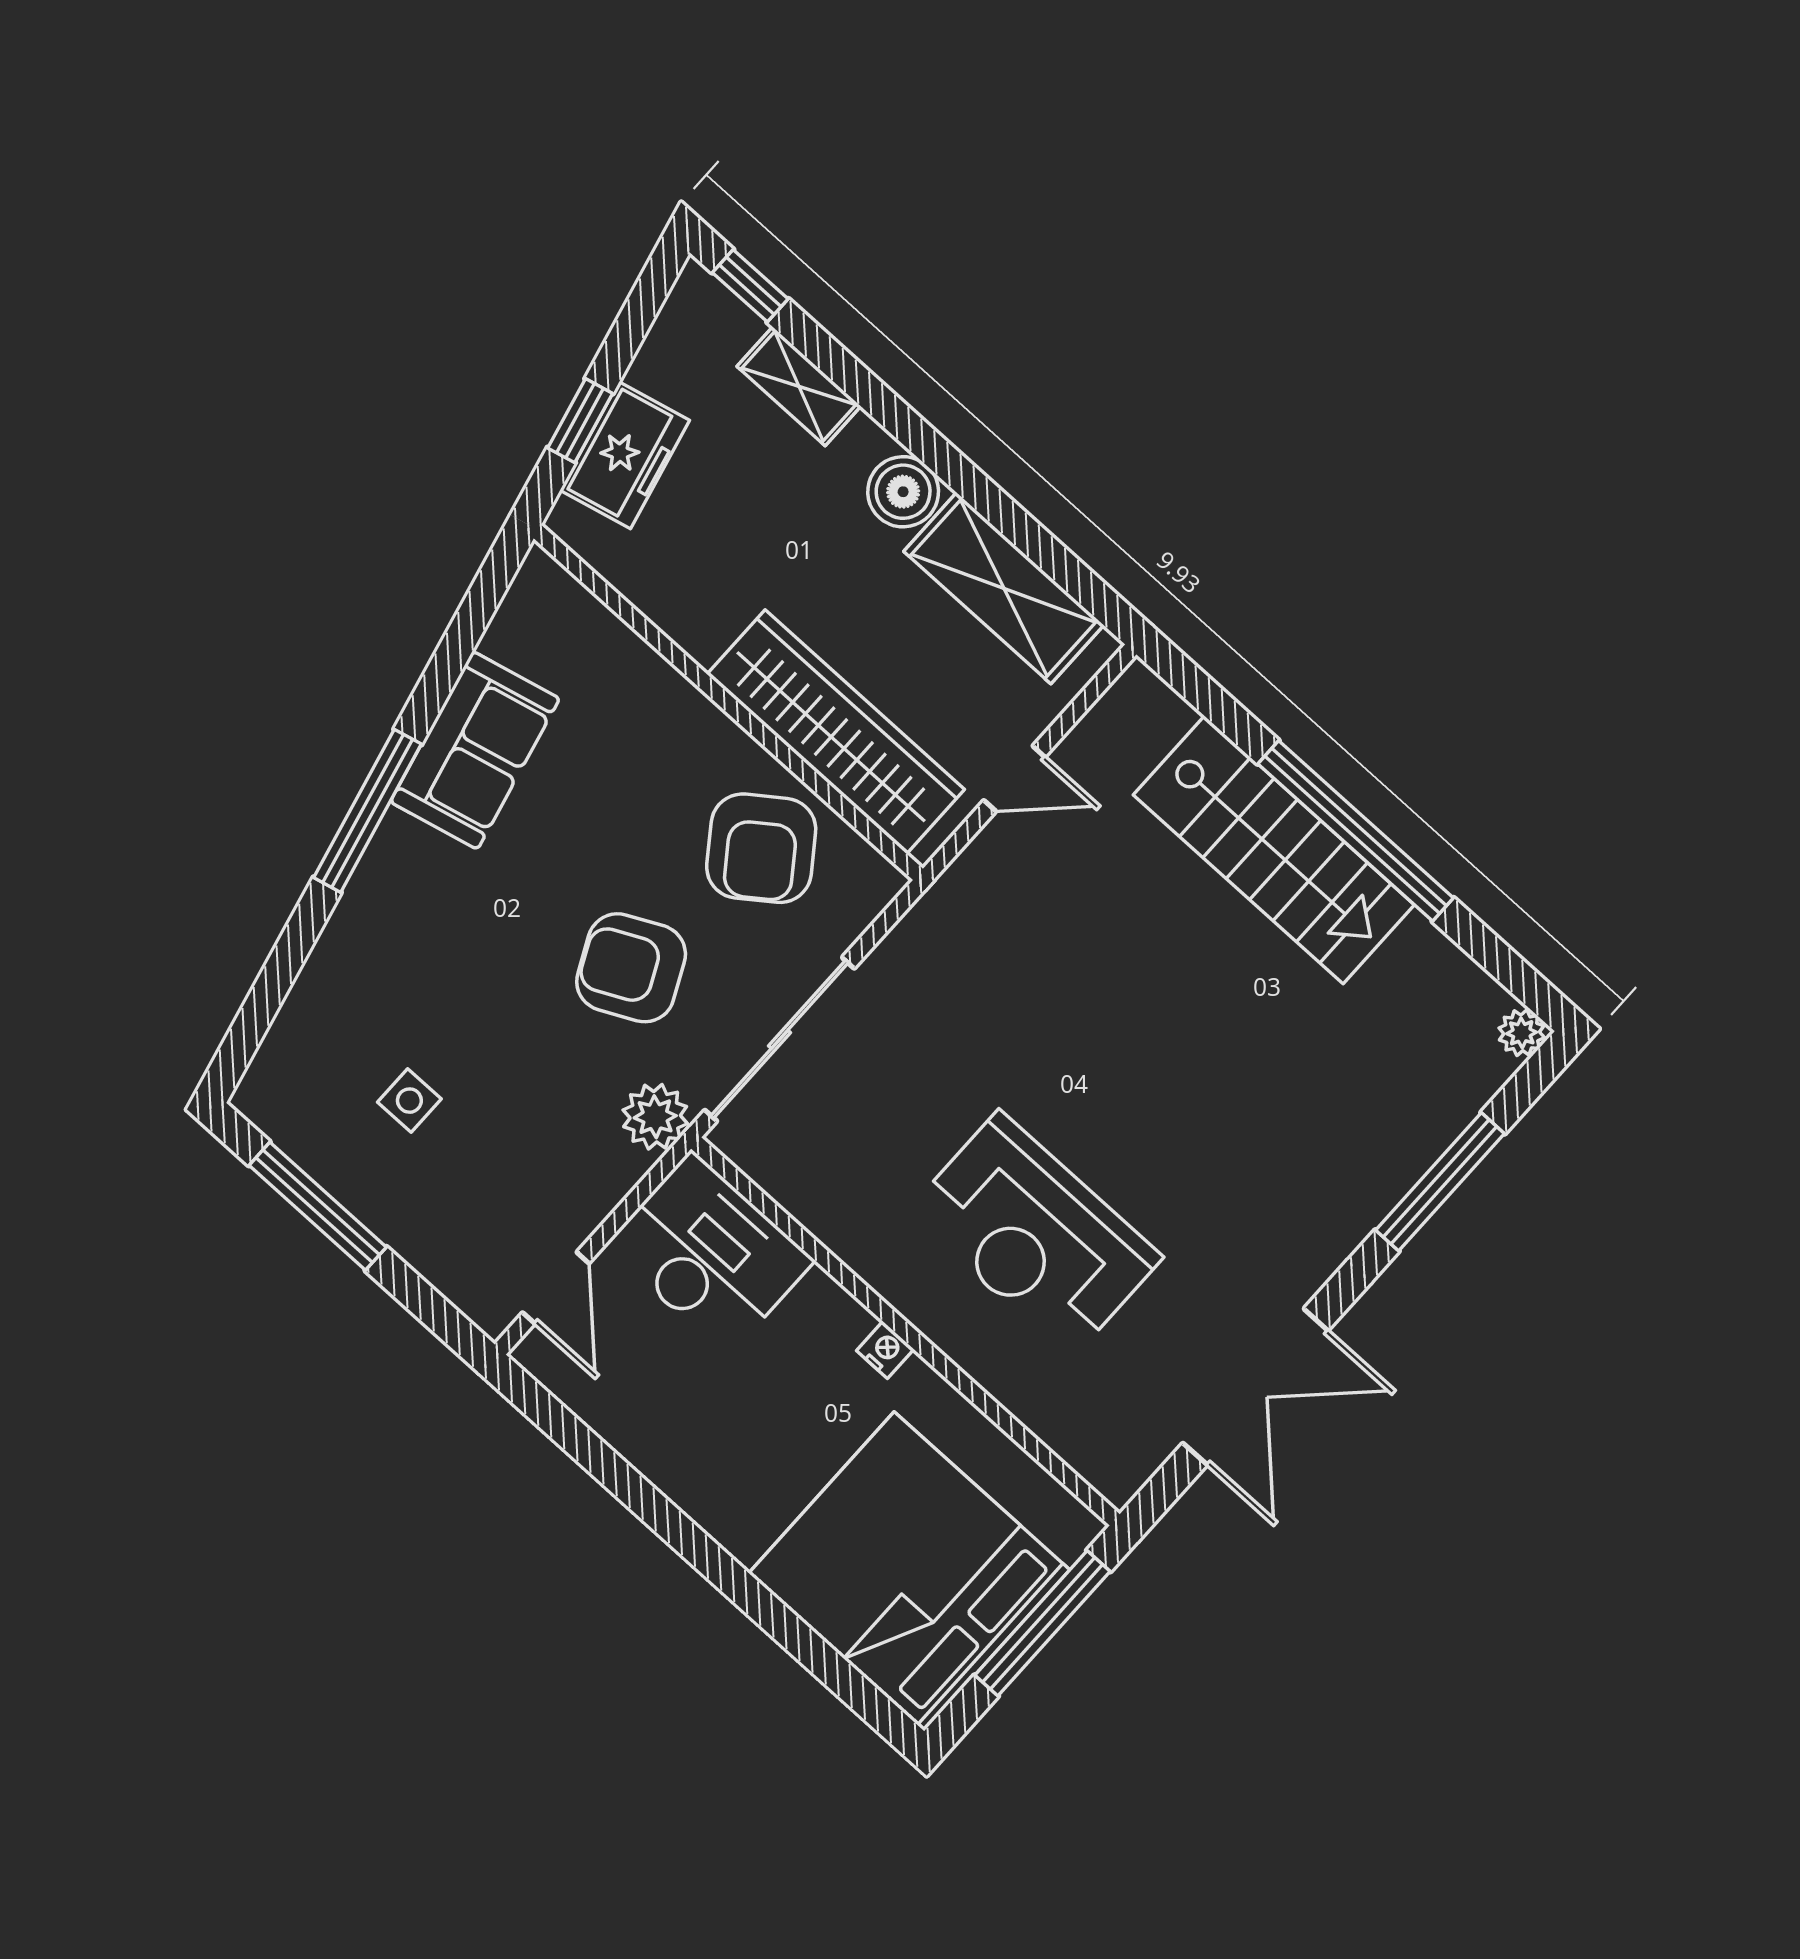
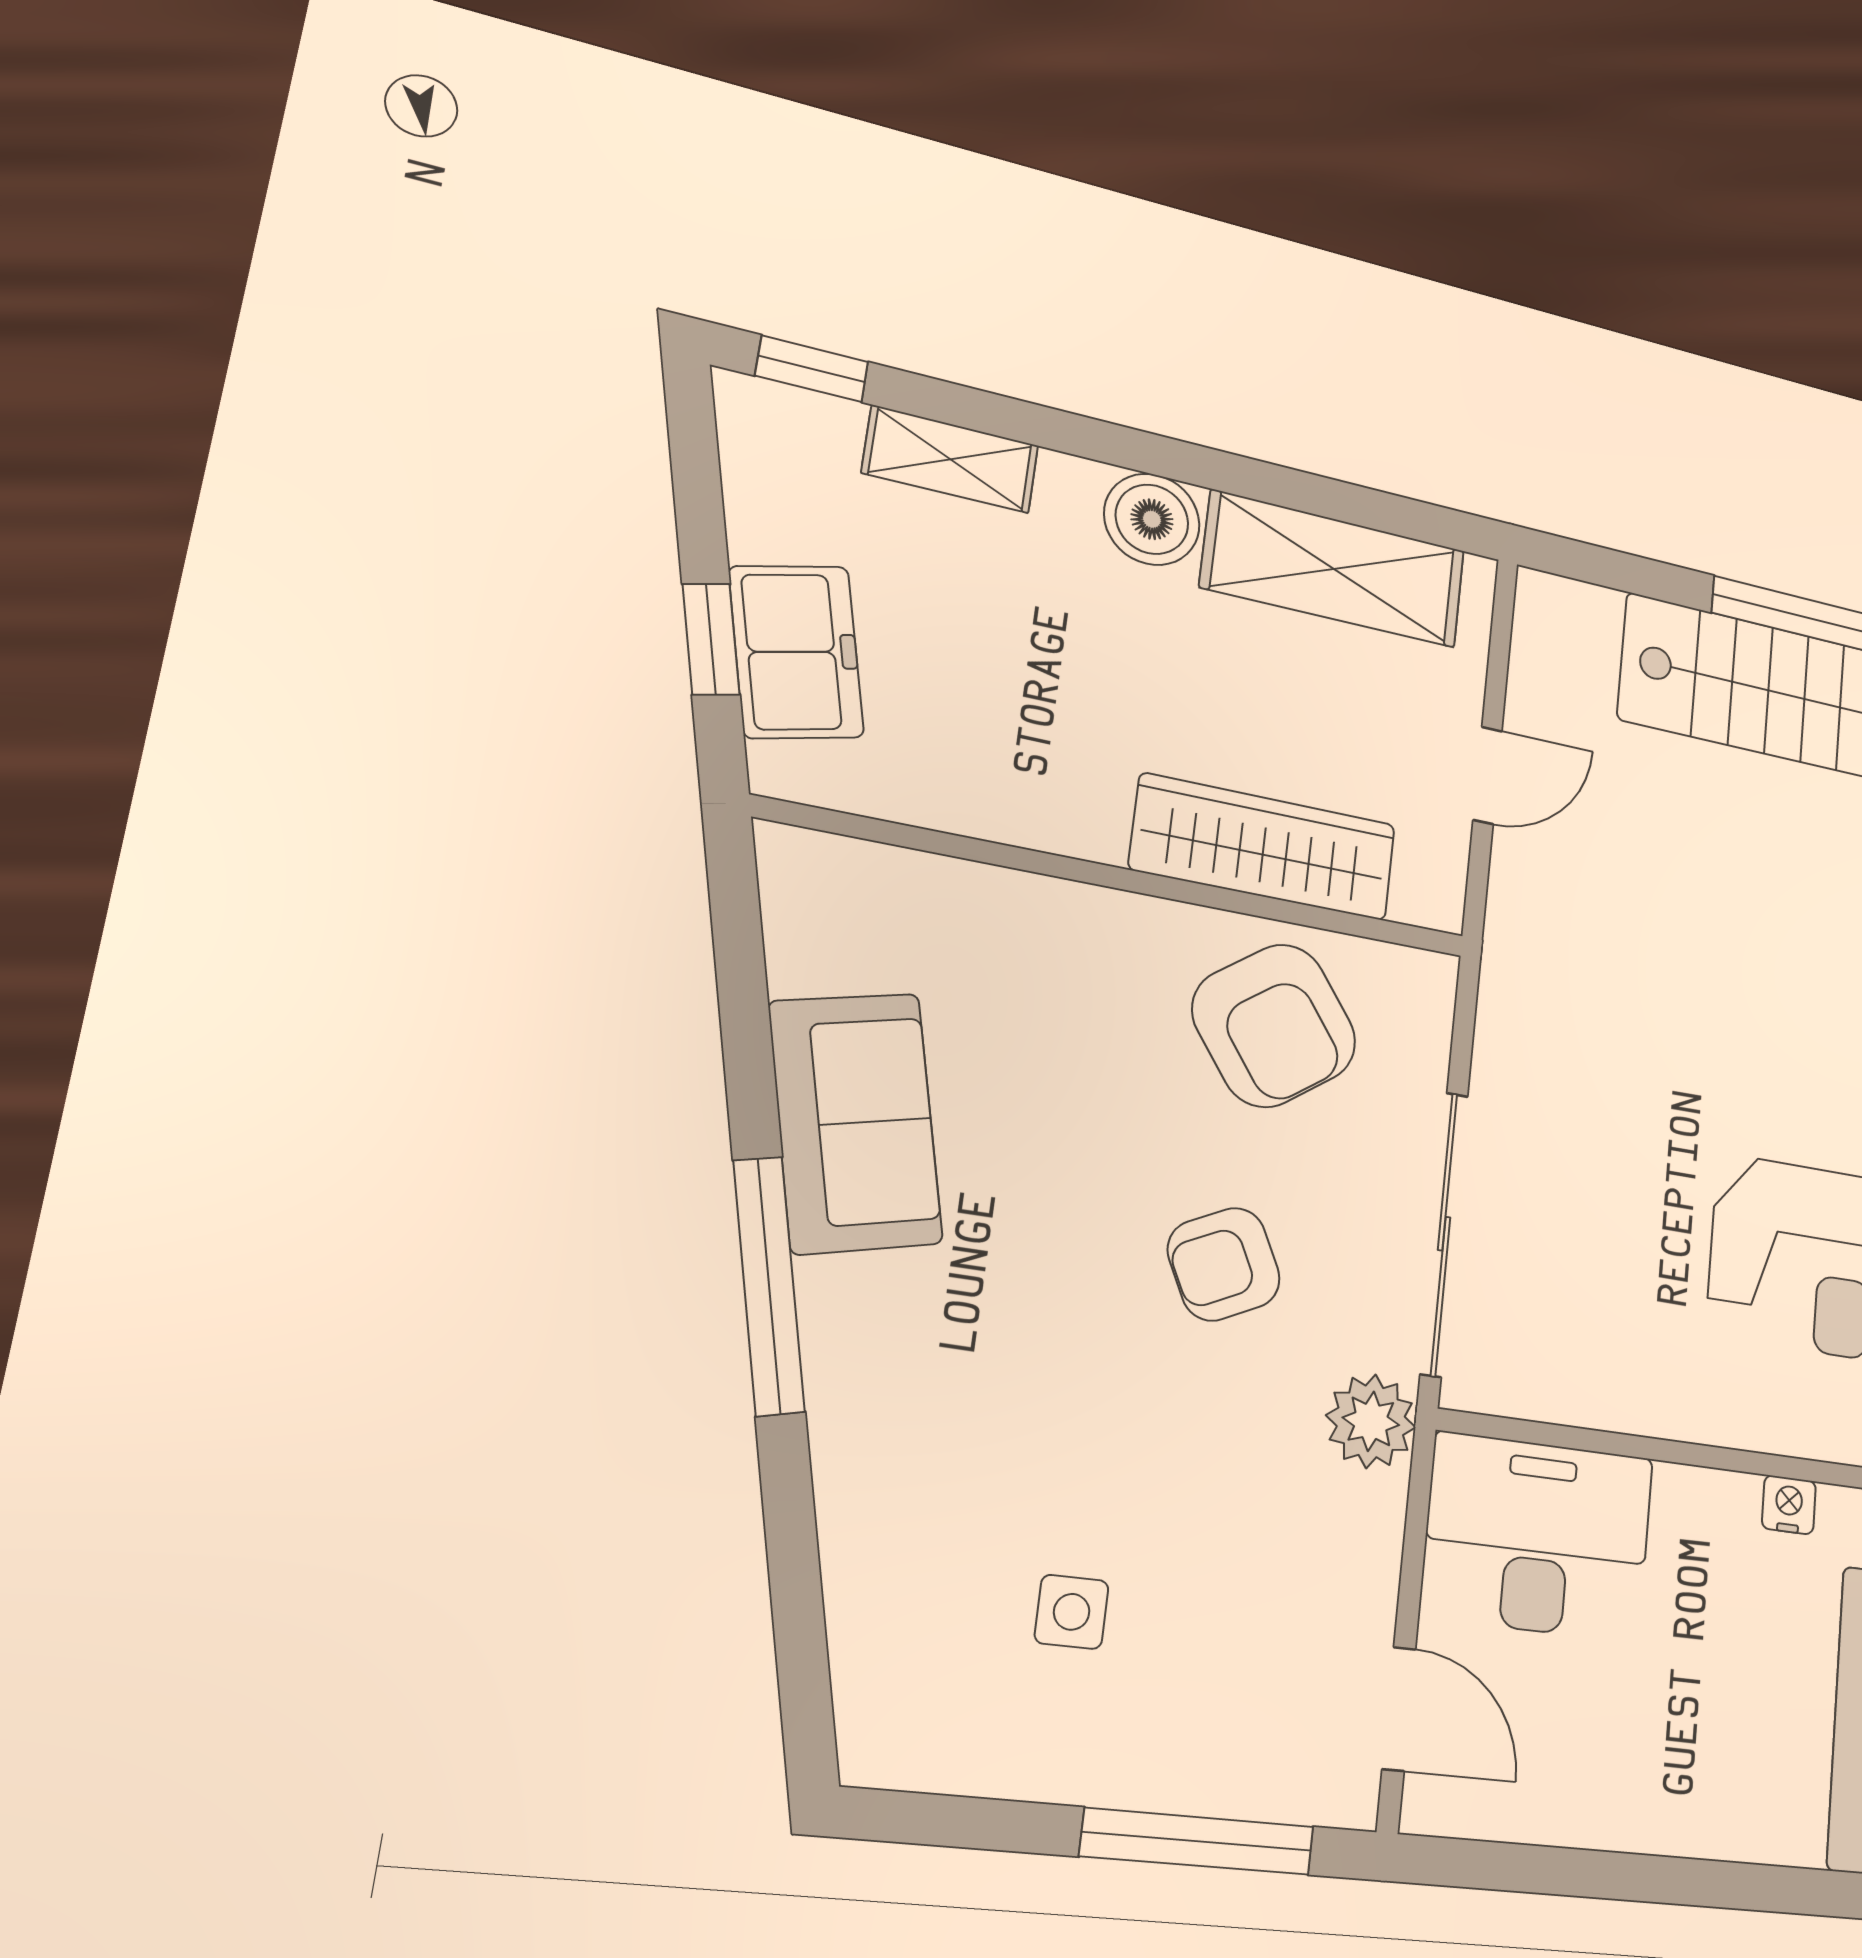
wardrobe: (836, 732) -> (1264, 847), width x0.71, depth x0.85
armchair: (631, 968) -> (1224, 1264), width x0.72, depth x0.72
window: (318, 1206) -> (1198, 1841), moved

